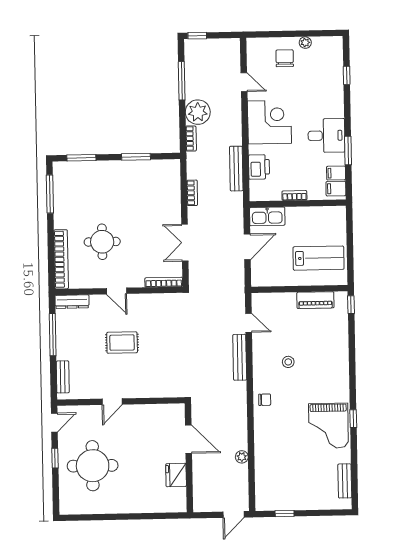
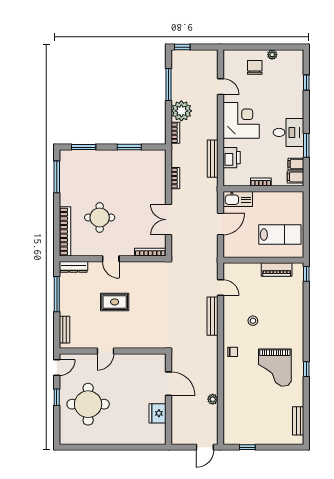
grand piano: (328, 426) -> (275, 368), moved

